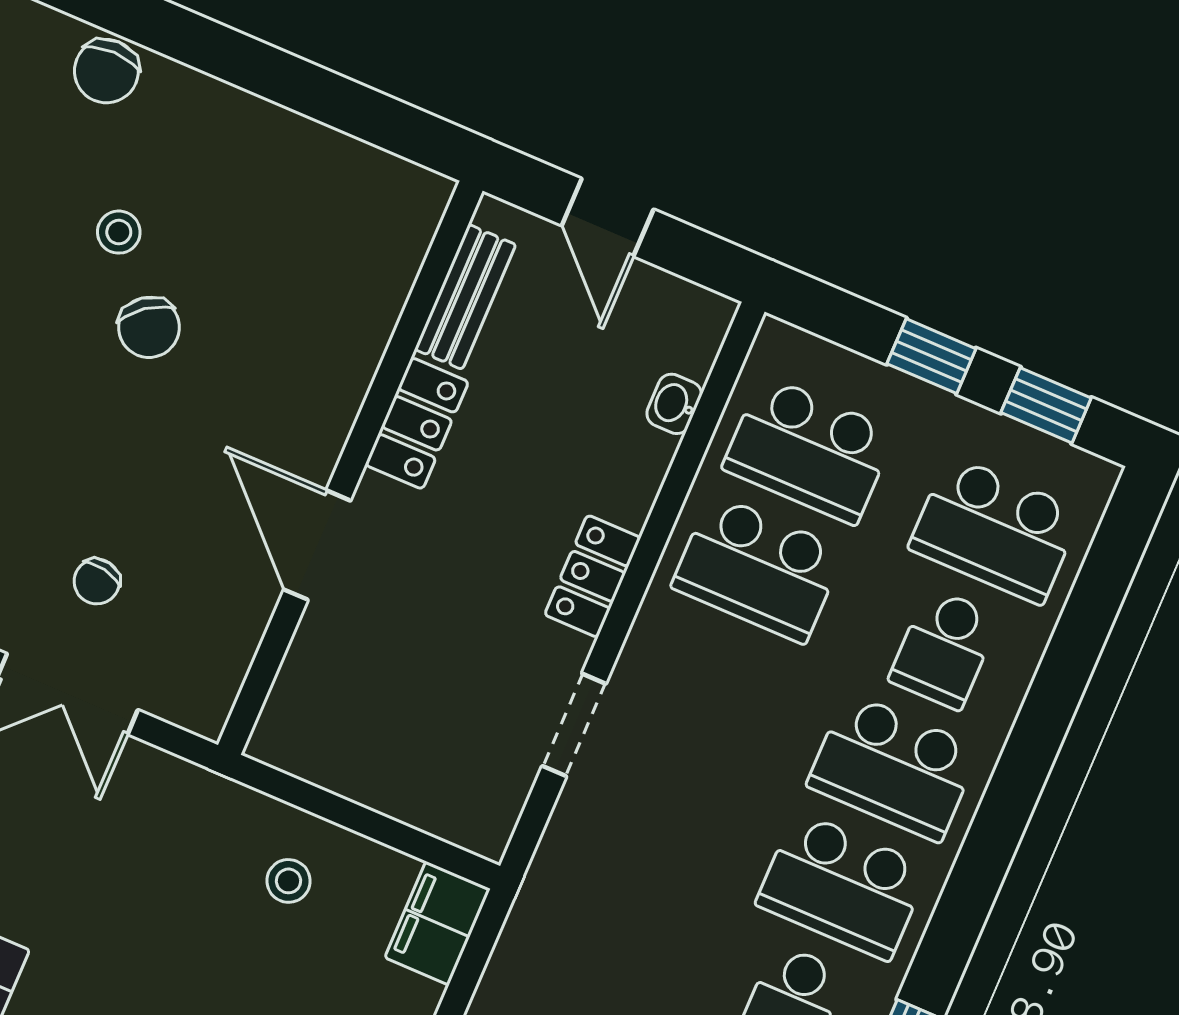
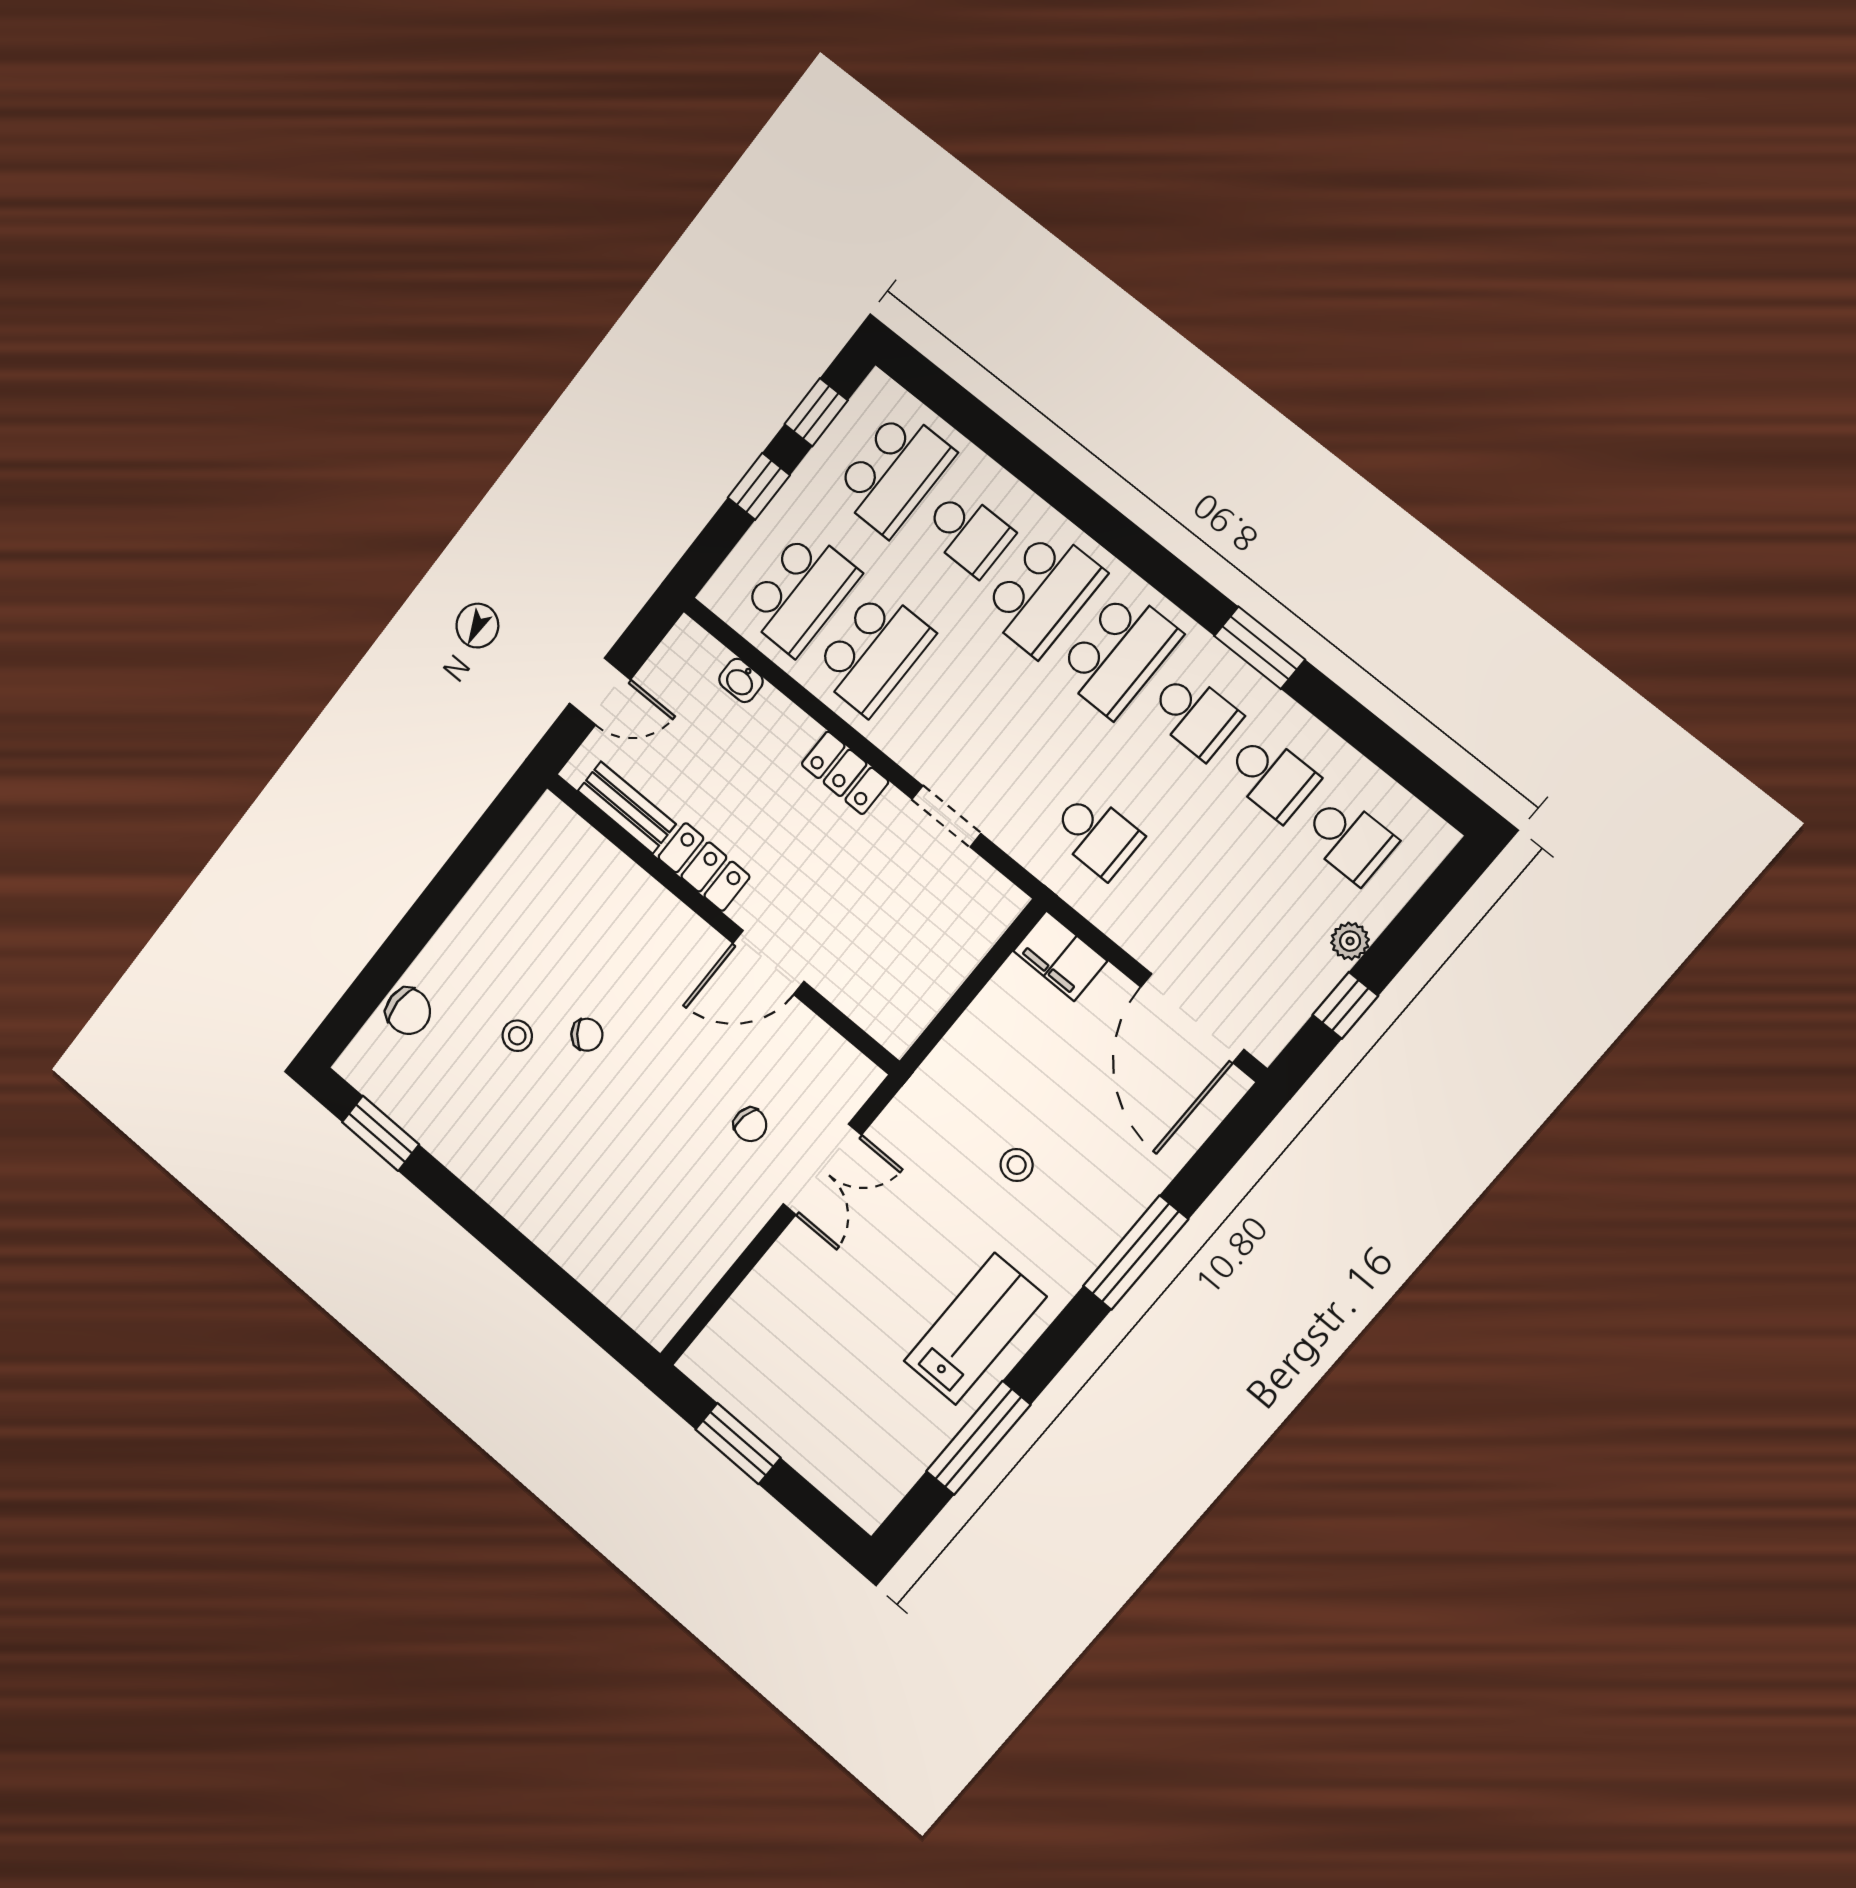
chair: (149, 327) -> (587, 1035), width x0.73, depth x0.73
stool: (288, 881) -> (1017, 1165), moved
school desk: (605, 925) -> (1097, 835), added

